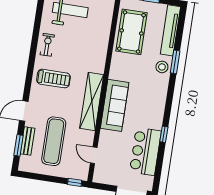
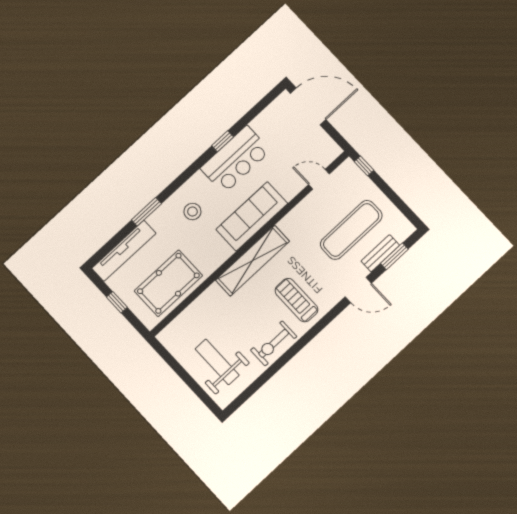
exercise bike: (47, 45) -> (274, 343), width x1.38, depth x1.39
stool: (162, 67) -> (192, 212), moved
shelving: (92, 102) -> (253, 261), moved
bar counter: (145, 152) -> (235, 159), moved
door: (94, 155) -> (319, 179), swing flipped

